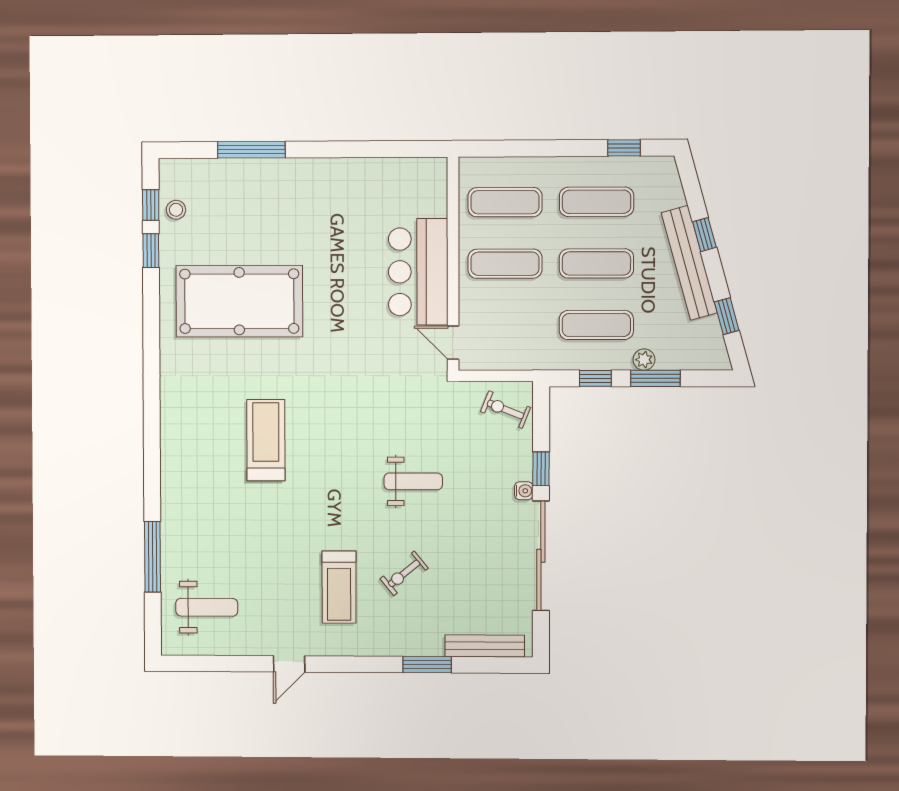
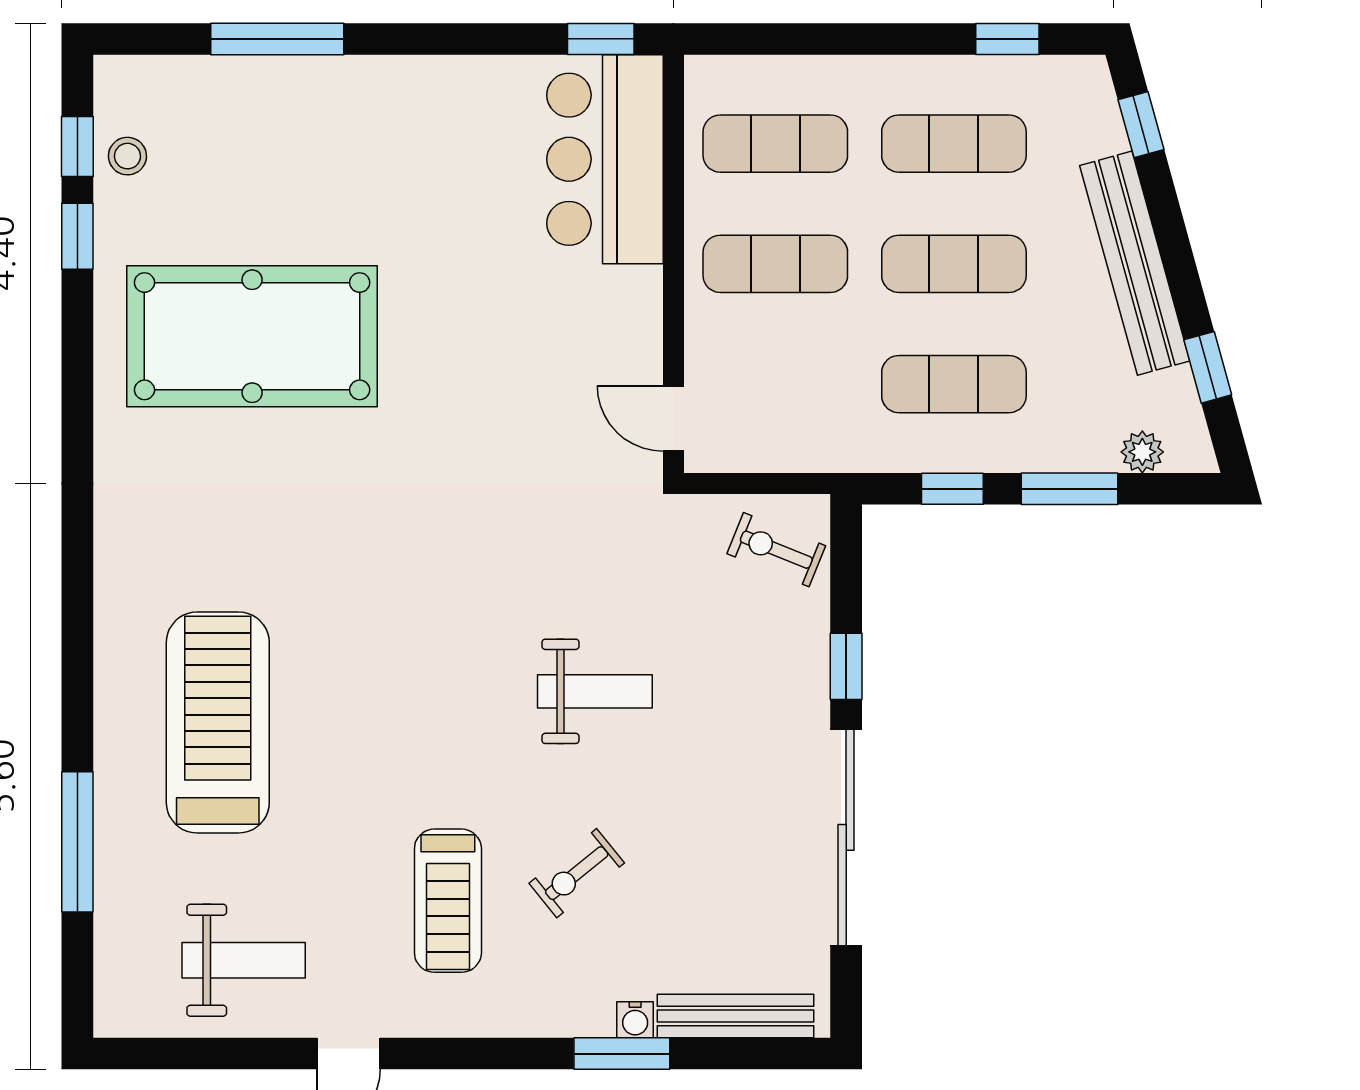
window: (416, 149) -> (601, 39), added
window: (704, 235) -> (1141, 125), moved
bar counter: (418, 272) -> (605, 159), moved
plant: (644, 360) -> (1142, 452), moved
treadmill: (266, 440) -> (218, 722), moved, width x1.37, depth x1.37
water cooler: (524, 491) -> (635, 1020), moved, turned 90
weight bench: (207, 607) -> (244, 960), moved

